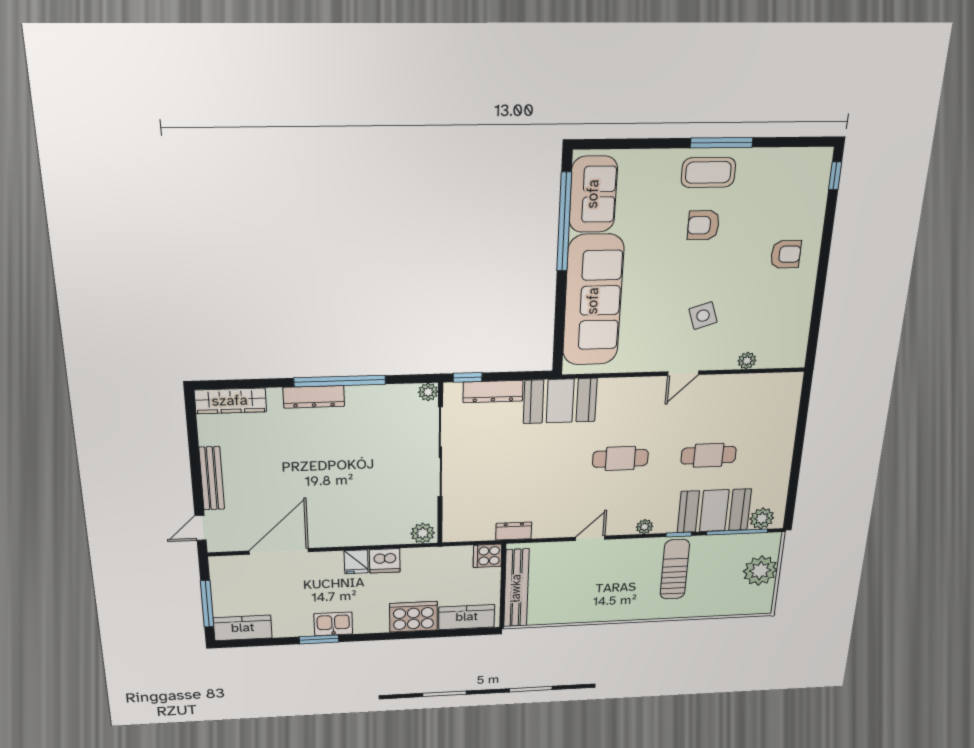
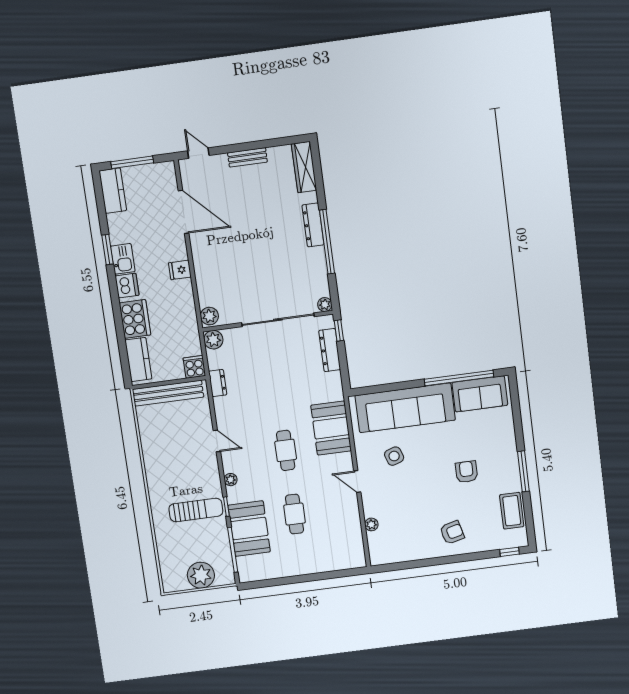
coffee table: (708, 172) -> (512, 511), moved
armchair: (786, 254) -> (452, 532), turned -104
side table: (703, 316) -> (394, 456), moved
booth: (560, 401) -> (331, 428), moved
bench: (212, 478) -> (247, 157), width x0.73
plant: (762, 518) -> (213, 340), moved
dishwasher: (385, 561) -> (127, 286), moved, turned 180

